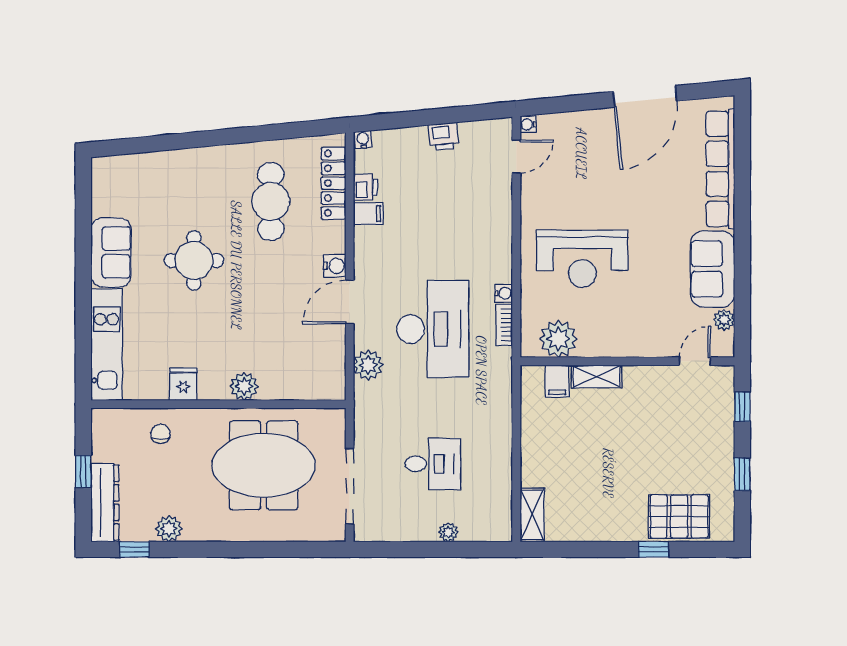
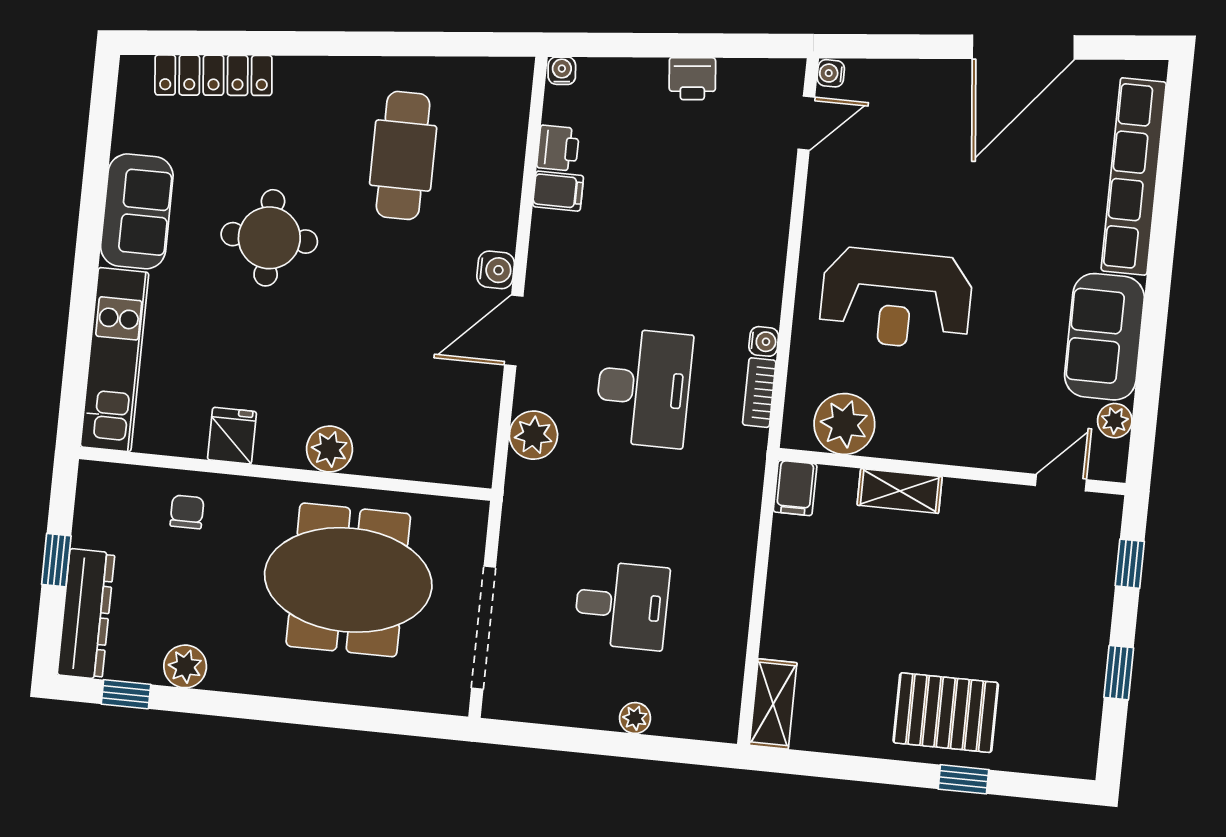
locker: (334, 183) -> (213, 75), moved, turned -96
desk: (433, 329) -> (644, 388), width x0.73, depth x0.77
filing cabinet: (557, 381) -> (795, 488), moved
pallet: (679, 516) -> (946, 713), moved

